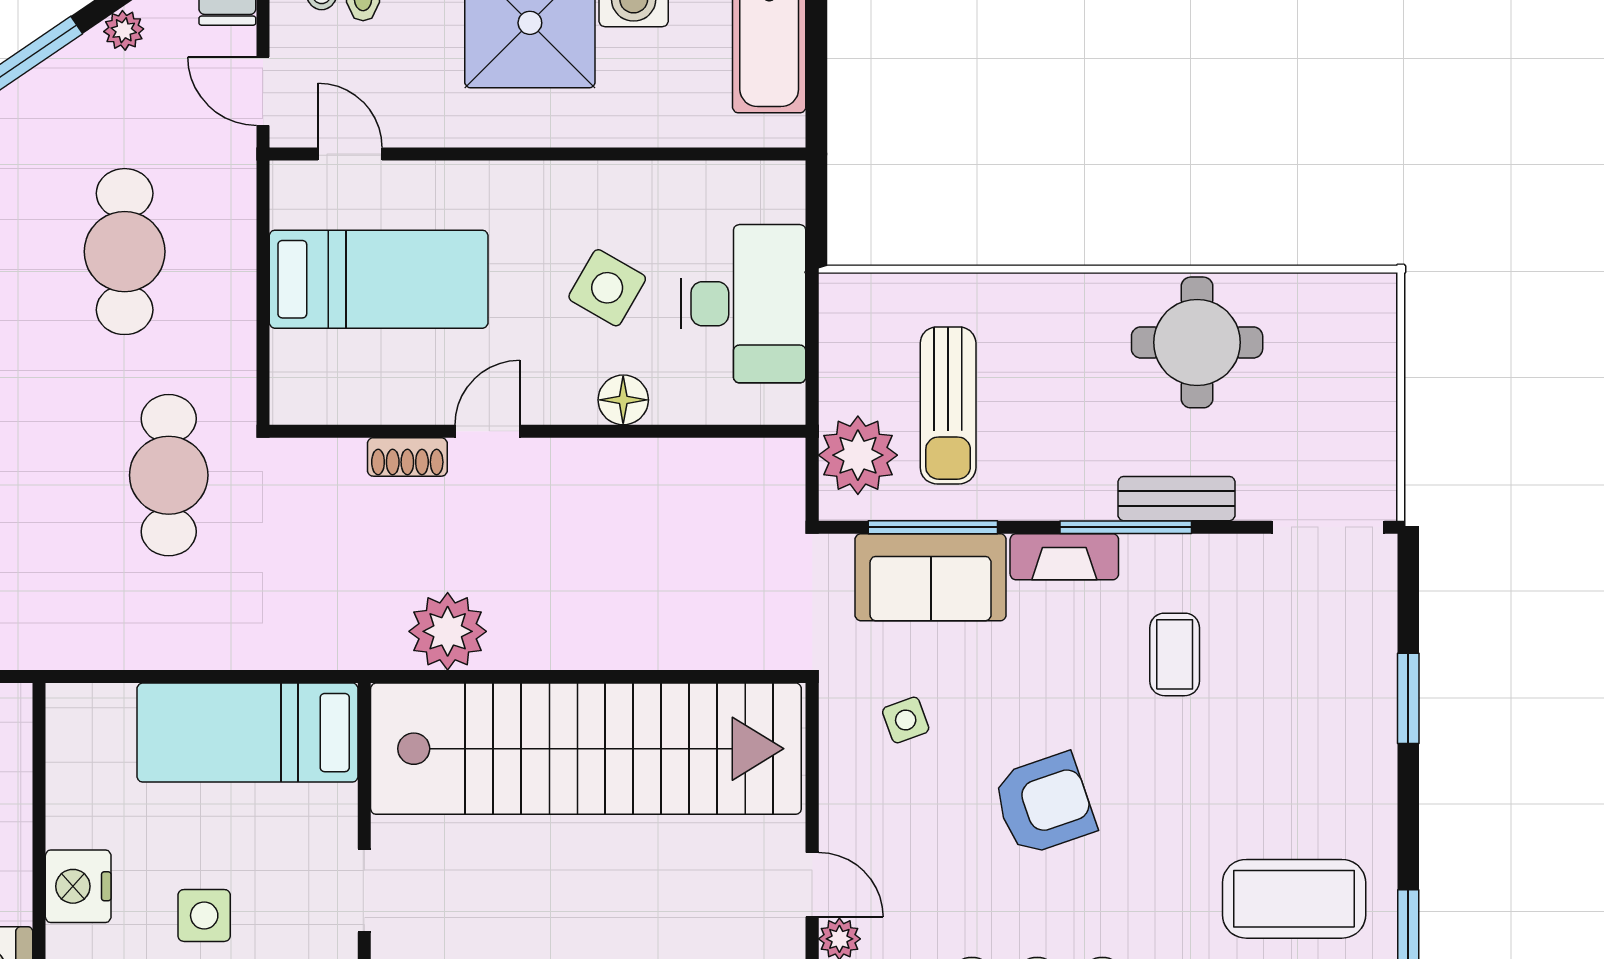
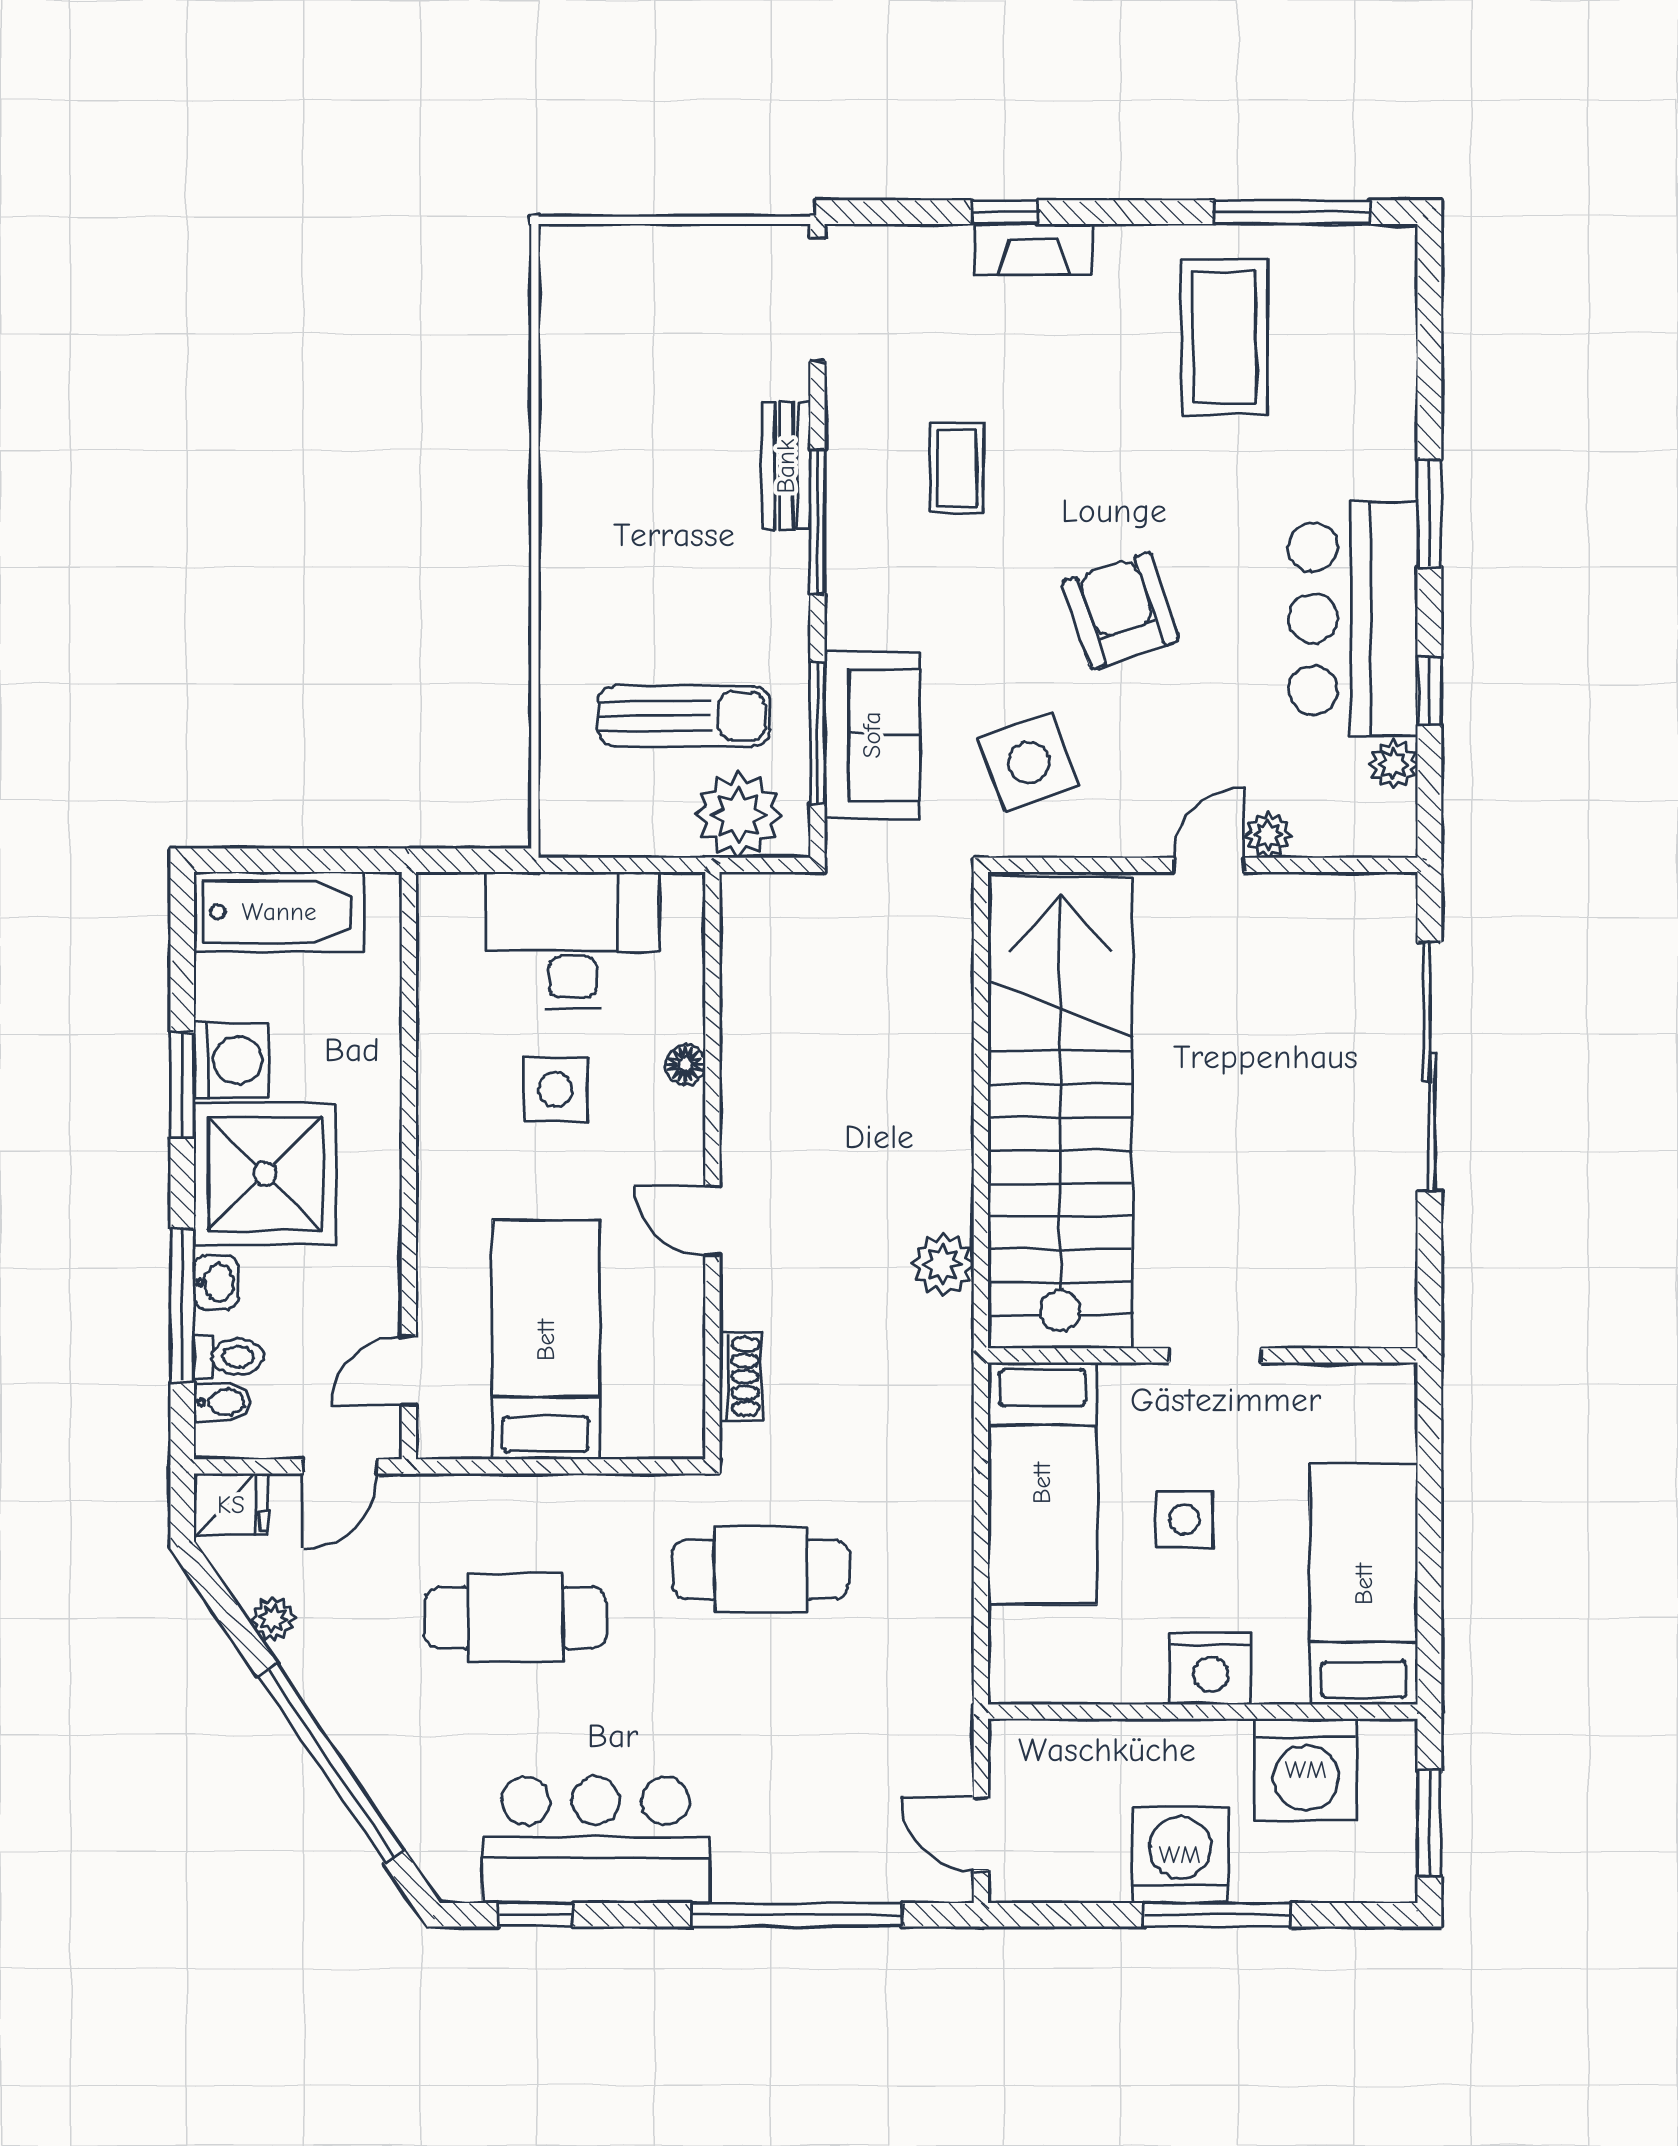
side table: (607, 288) -> (555, 1089), turned -30
round table: (1197, 342) -> (615, 443), removed
floor lamp: (623, 400) -> (685, 1064), width x0.73, depth x0.73
shoe rack: (407, 457) -> (741, 1377), moved
fireplace: (1064, 557) -> (1033, 249), moved, turned 90
plant: (448, 631) -> (943, 1264), width x0.73, depth x0.73
coffee table: (1175, 654) -> (957, 468), turned 90
window: (1408, 698) -> (1005, 212), width x0.67
side table: (906, 720) -> (1029, 763), width x1.87, depth x1.87
side table: (204, 915) -> (1184, 1519), moved

